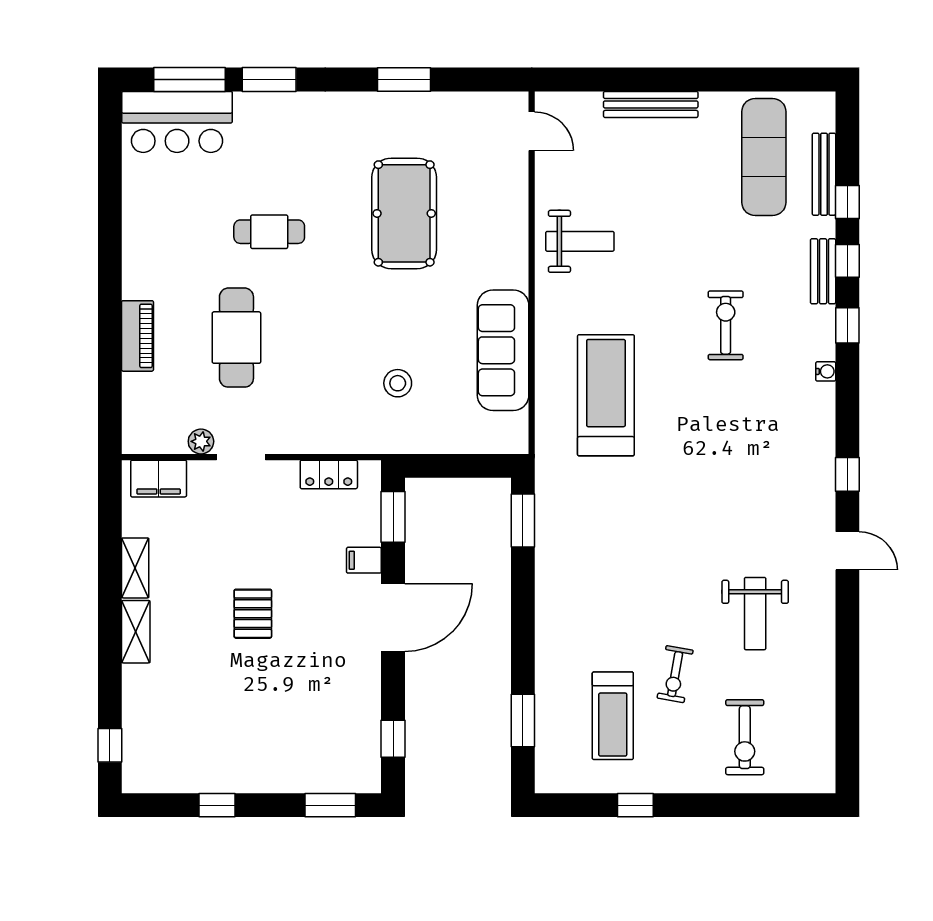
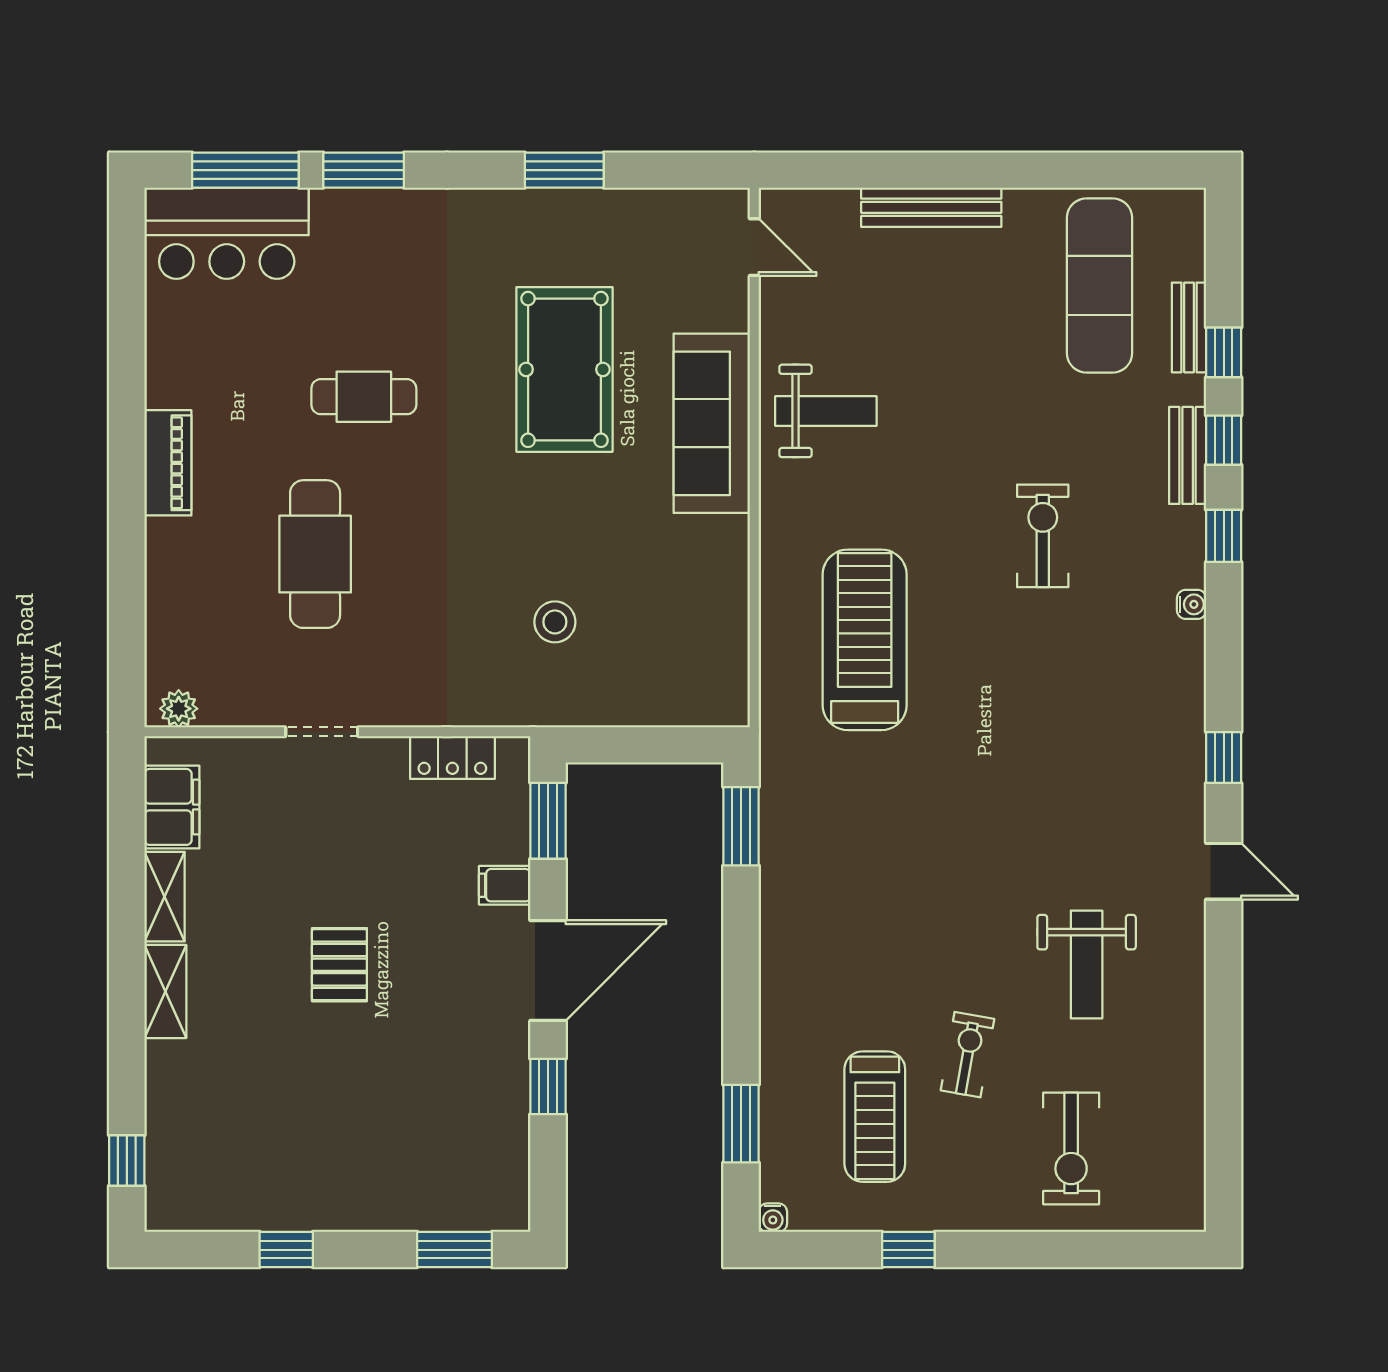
bench: (824, 174) -> (1189, 327), width x0.73
piano: (137, 336) -> (168, 463), moved
sofa: (503, 350) -> (712, 423), moved
plant: (201, 441) -> (179, 709), moved
filing cabinet: (159, 479) -> (172, 807), moved, turned -90
exercise bike: (675, 674) -> (968, 1055), turned 180
window: (393, 739) -> (548, 1086), moved
water cooler: (544, 784) -> (773, 1218), added

